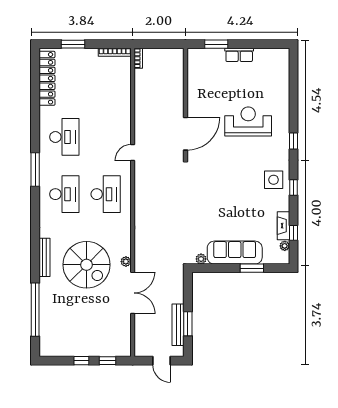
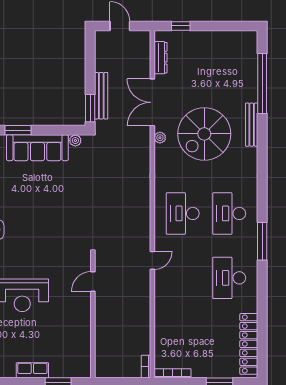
door: (185, 134) -> (93, 282), width x0.53
bench: (44, 257) -> (252, 125), moved
spiral stairs: (87, 265) -> (204, 134), turned -90
window: (188, 324) -> (90, 108), moved
bench: (178, 325) -> (101, 96), moved
dresser: (125, 333) -> (160, 58), added
window: (81, 361) -> (210, 26), removed

